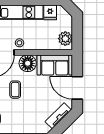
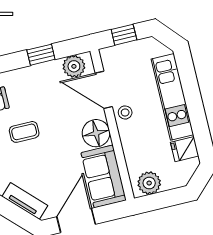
coffee table: (15, 90) -> (24, 132), moved

